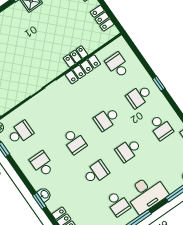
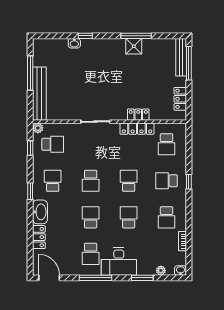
school desk: (117, 65) -> (167, 144), turned 180
school desk: (107, 119) -> (129, 181), turned 90
school desk: (128, 150) -> (129, 217), turned 90
school desk: (96, 173) -> (91, 217), turned -90
washbasin: (44, 194) -> (40, 212), width x1.91, depth x1.45
window: (39, 201) -> (30, 191), moved

